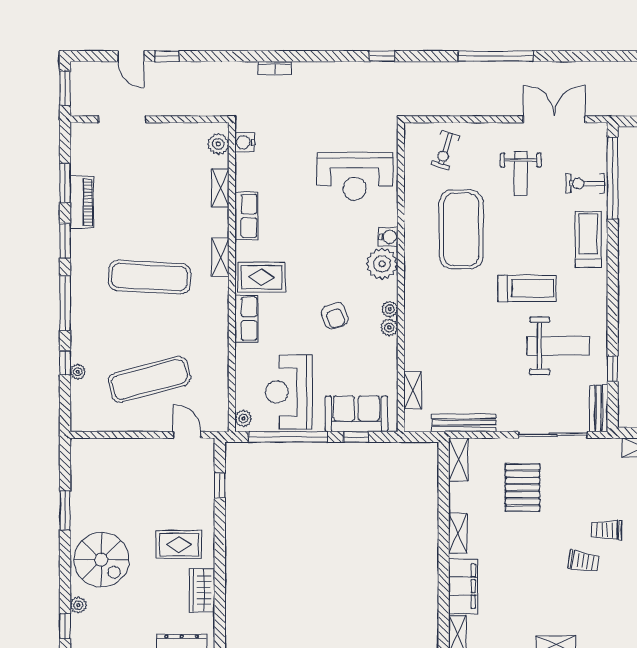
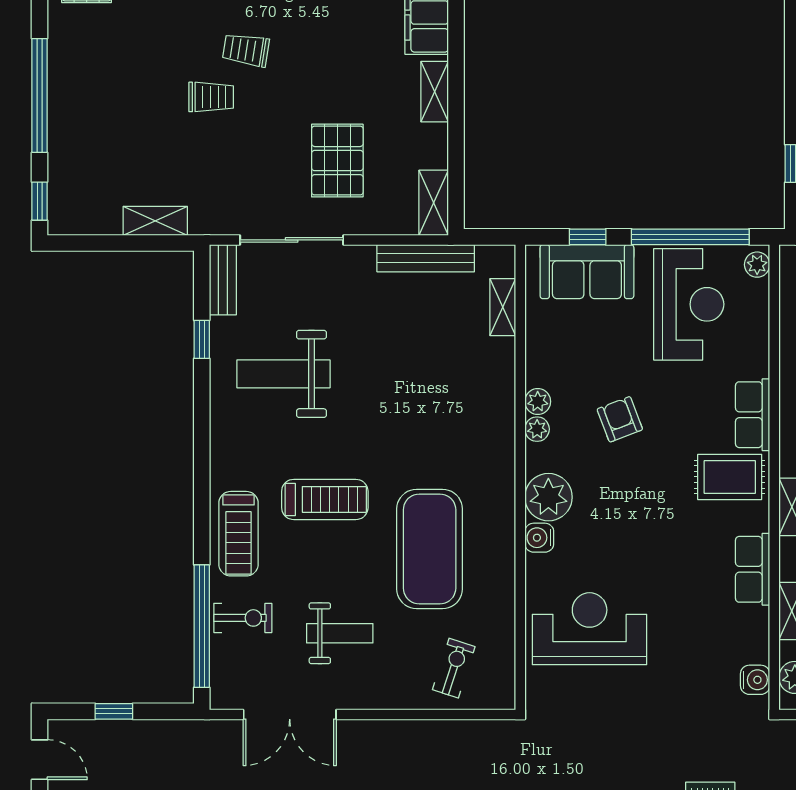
weight bench: (521, 173) -> (340, 633), turned 90
treadmill: (527, 288) -> (325, 499), moved, turned 180

